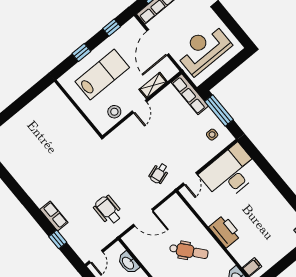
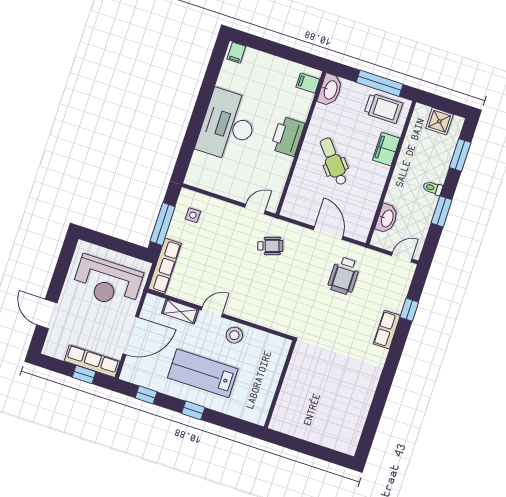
wall: (78, 108) -> (280, 384), moved
desk: (230, 173) -> (228, 125), moved, turned 90

